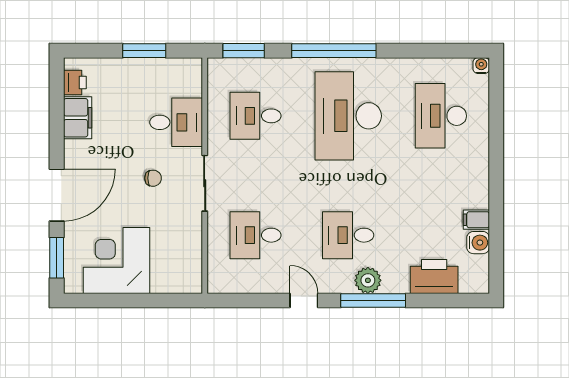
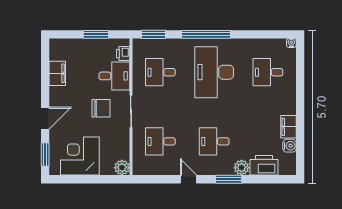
printer: (75, 83) -> (123, 54), moved, turned 180
desk: (441, 116) -> (268, 72), width x0.73
chair: (153, 178) -> (101, 108), width x1.87, depth x1.87
door: (57, 195) -> (45, 118), width x0.73
filing cabinet: (476, 220) -> (288, 127), width x2.00
plant: (189, 280) -> (122, 168), added
plant: (368, 280) -> (242, 168), moved
window: (373, 300) -> (229, 179), width x0.69

